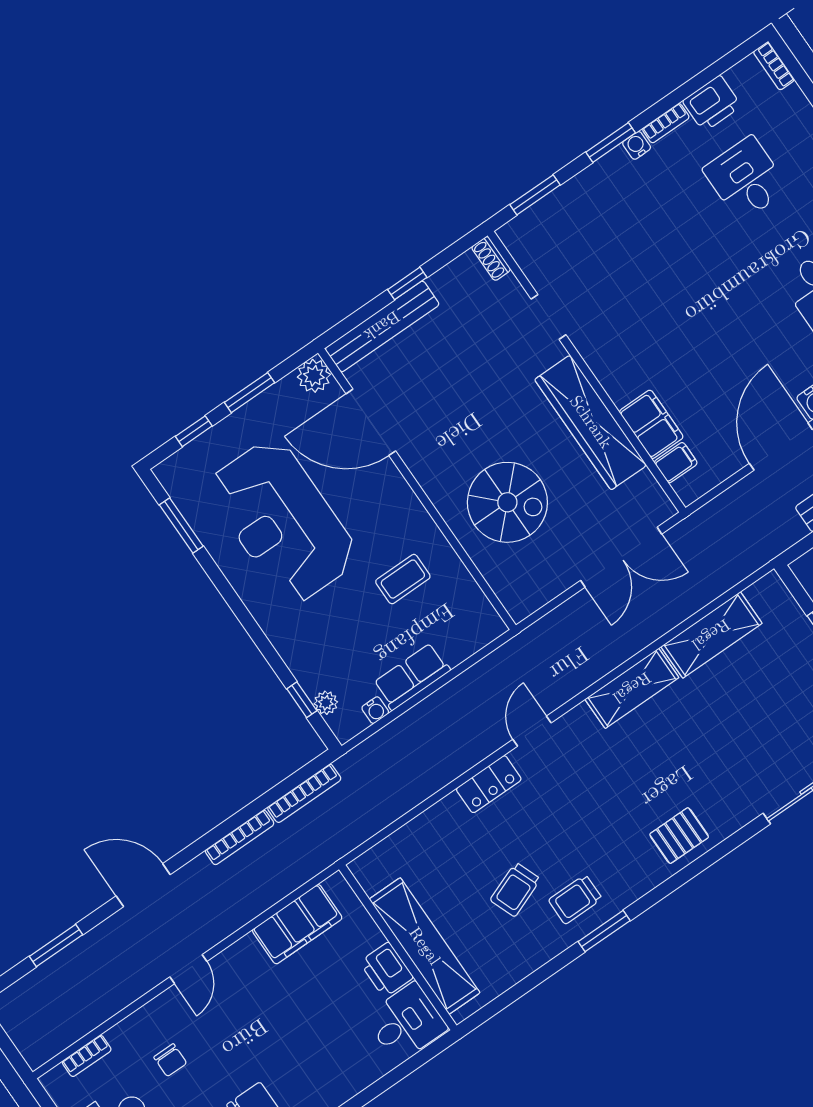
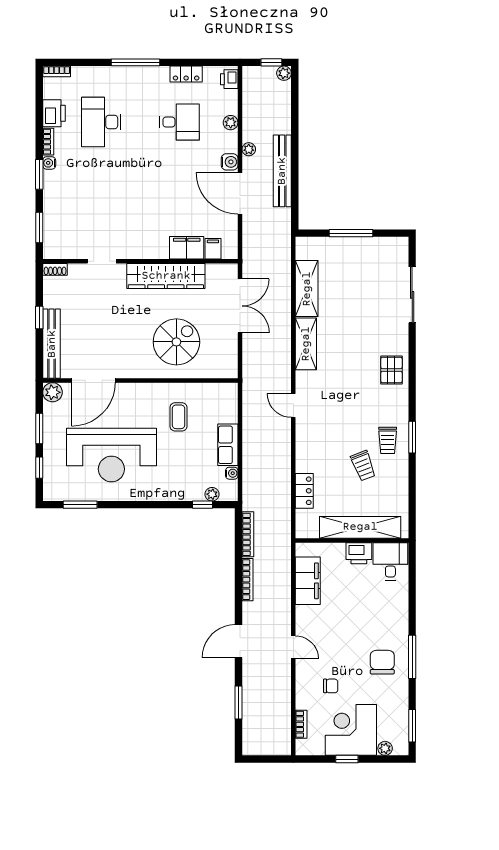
desk: (746, 179) -> (101, 122), width x1.37
locker: (489, 784) -> (304, 491), moved

